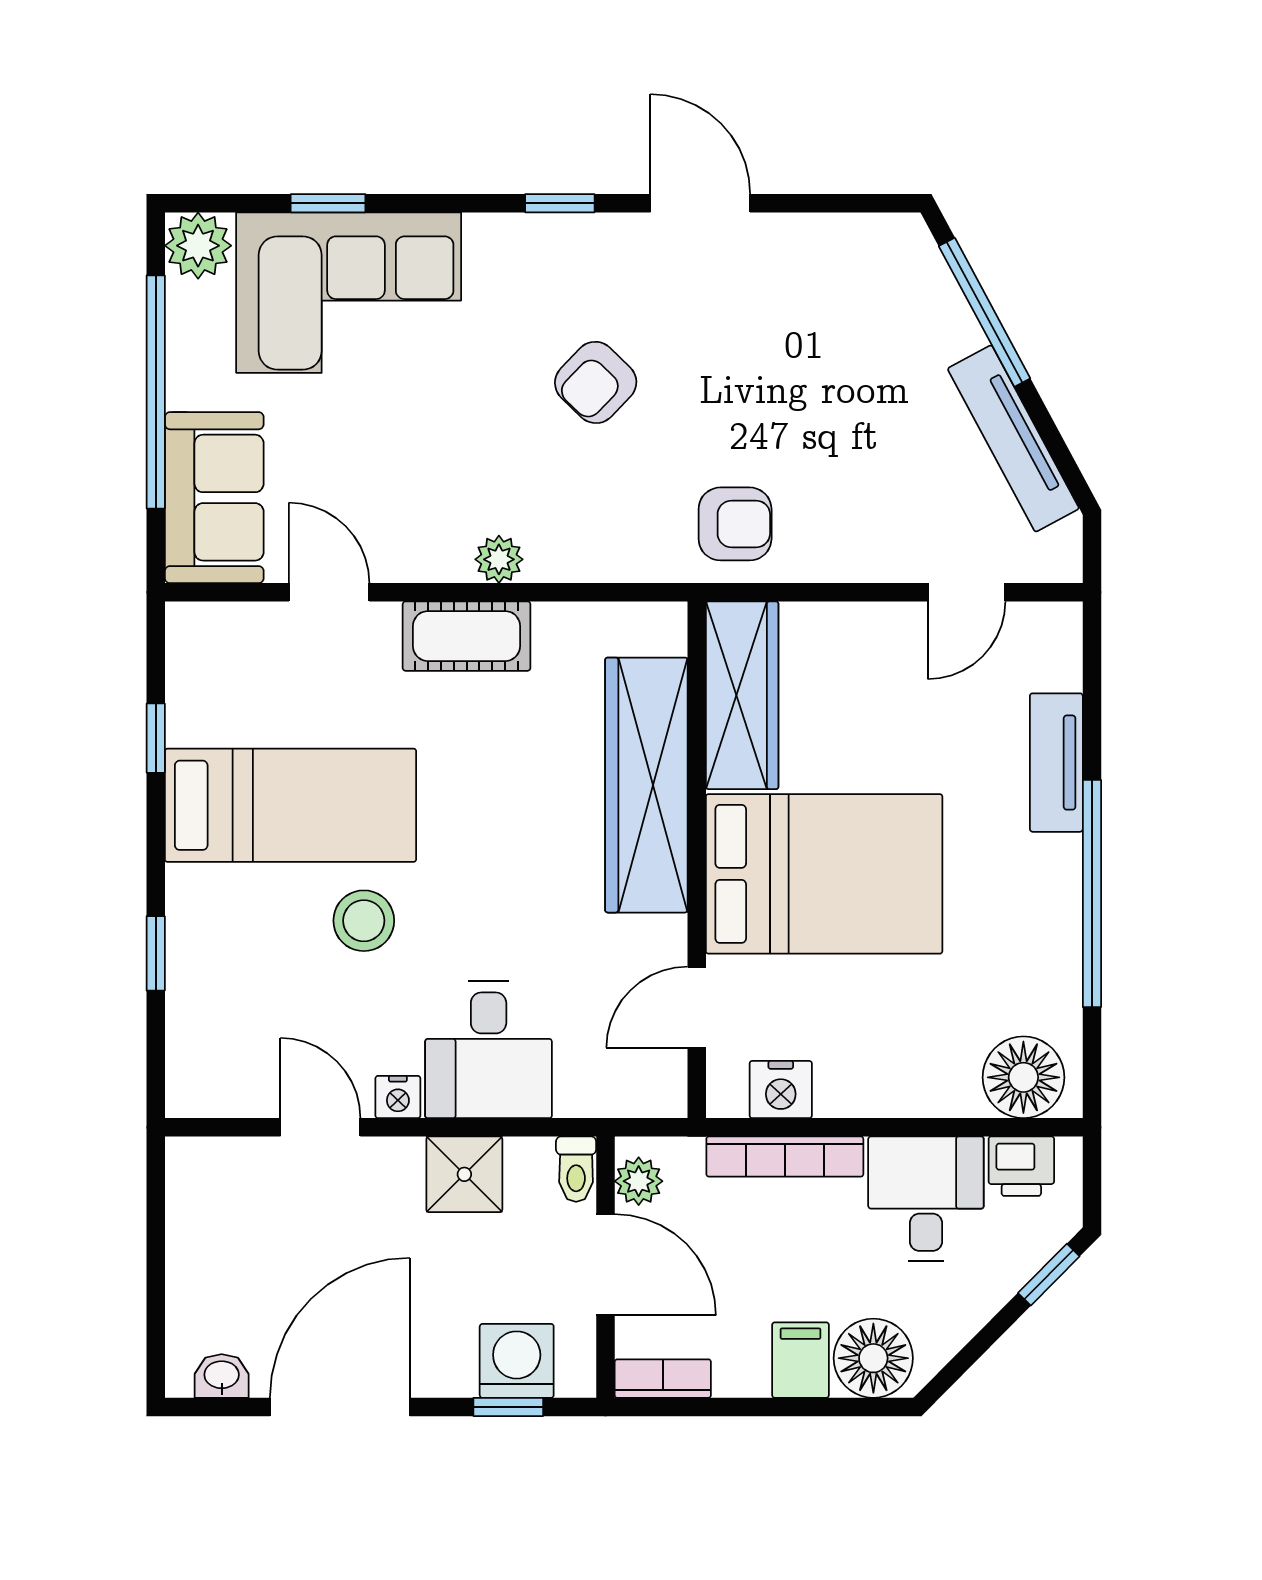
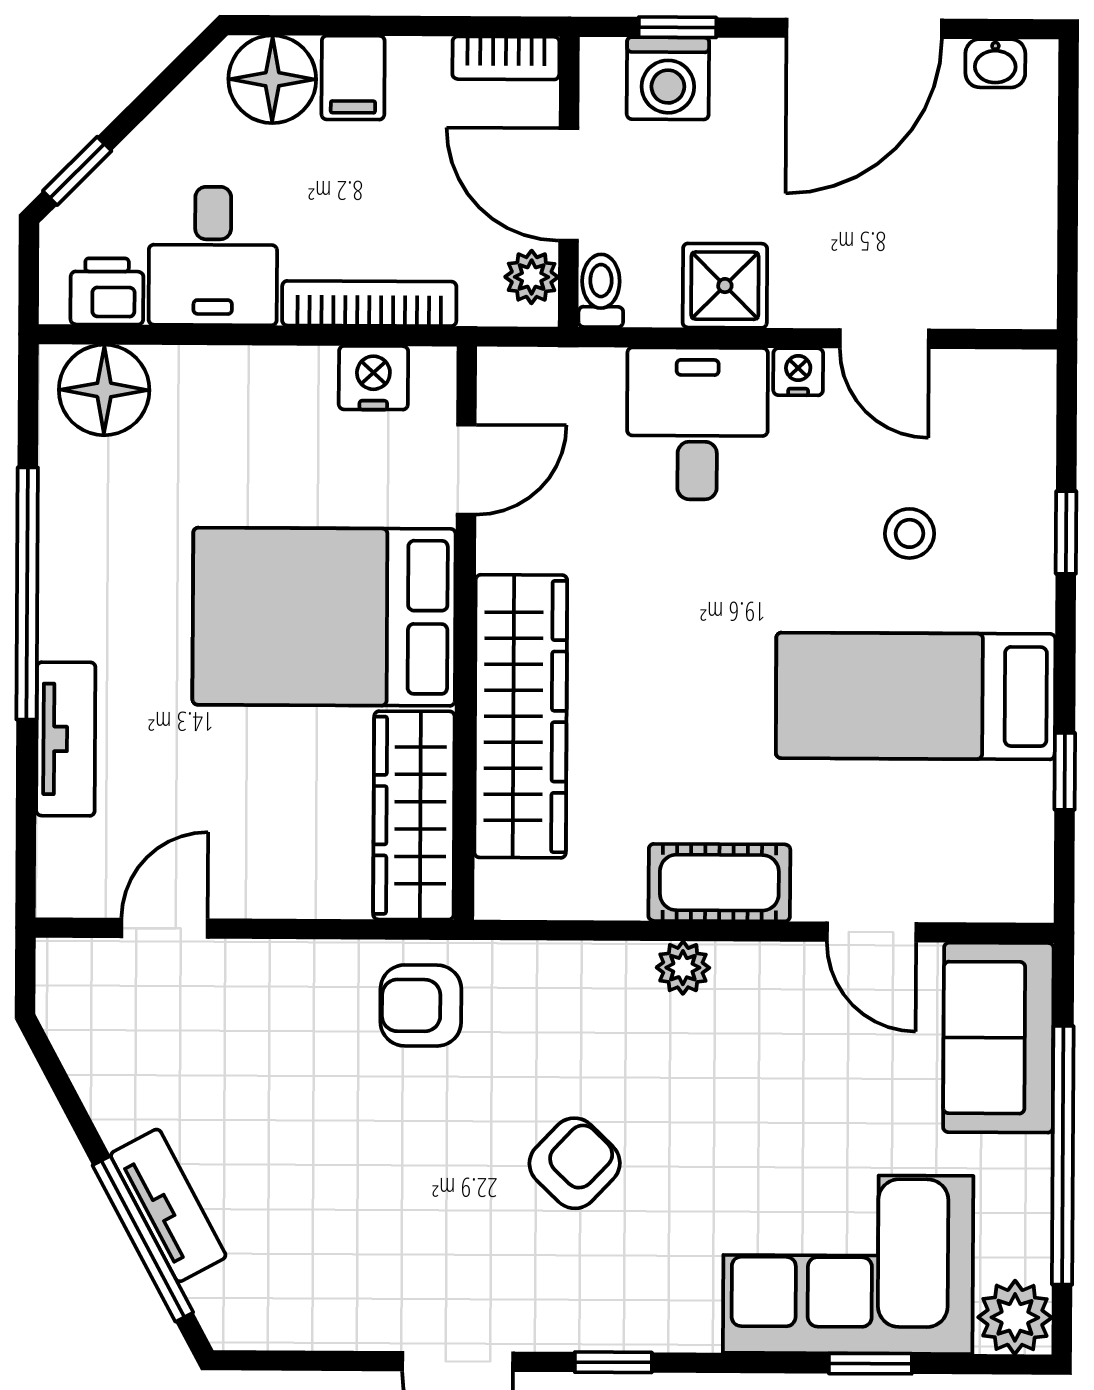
tv unit: (1013, 439) -> (168, 1205), moved, width x0.71
stool: (364, 921) -> (910, 533), moved, width x0.73, depth x0.73

